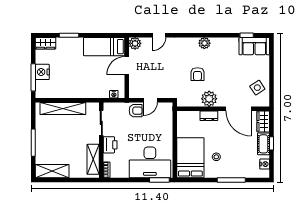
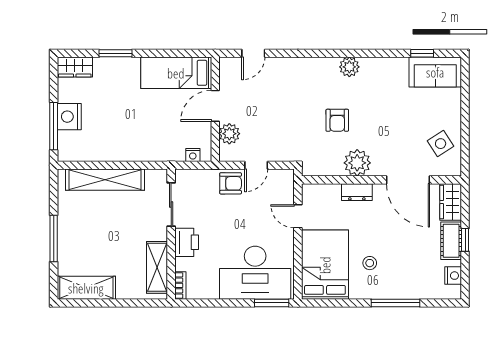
door: (159, 35) -> (253, 53), moved
plant: (135, 43) -> (229, 134), moved
door: (175, 130) -> (298, 216), added

